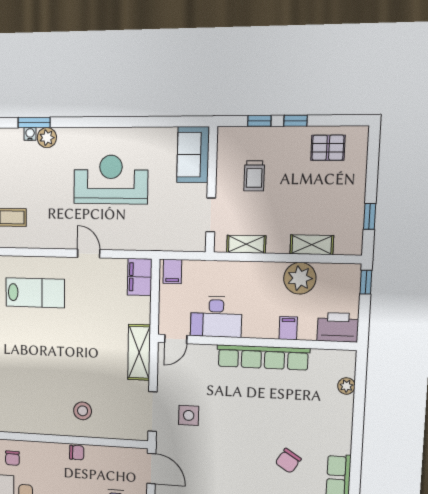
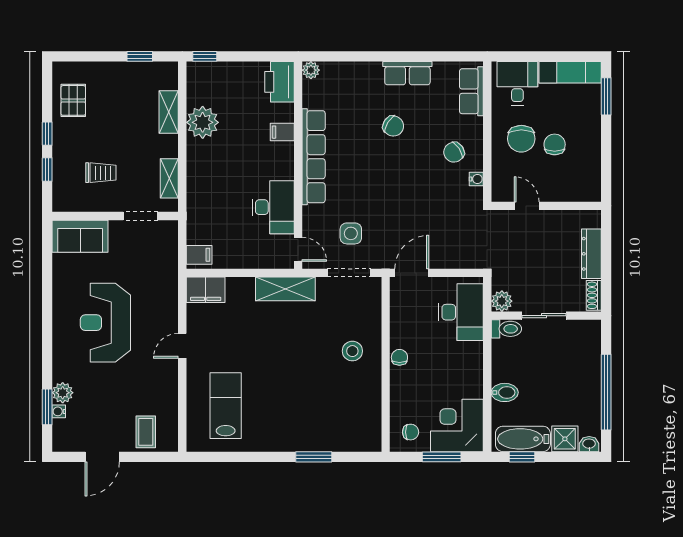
desk: (216, 317) -> (273, 207), moved
printer: (338, 327) -> (279, 82), moved
filing cabinet: (288, 328) -> (282, 132), moved
door: (176, 339) -> (298, 249), moved
wall: (255, 342) -> (298, 165), moved
row of seats: (263, 357) -> (314, 157), moved

